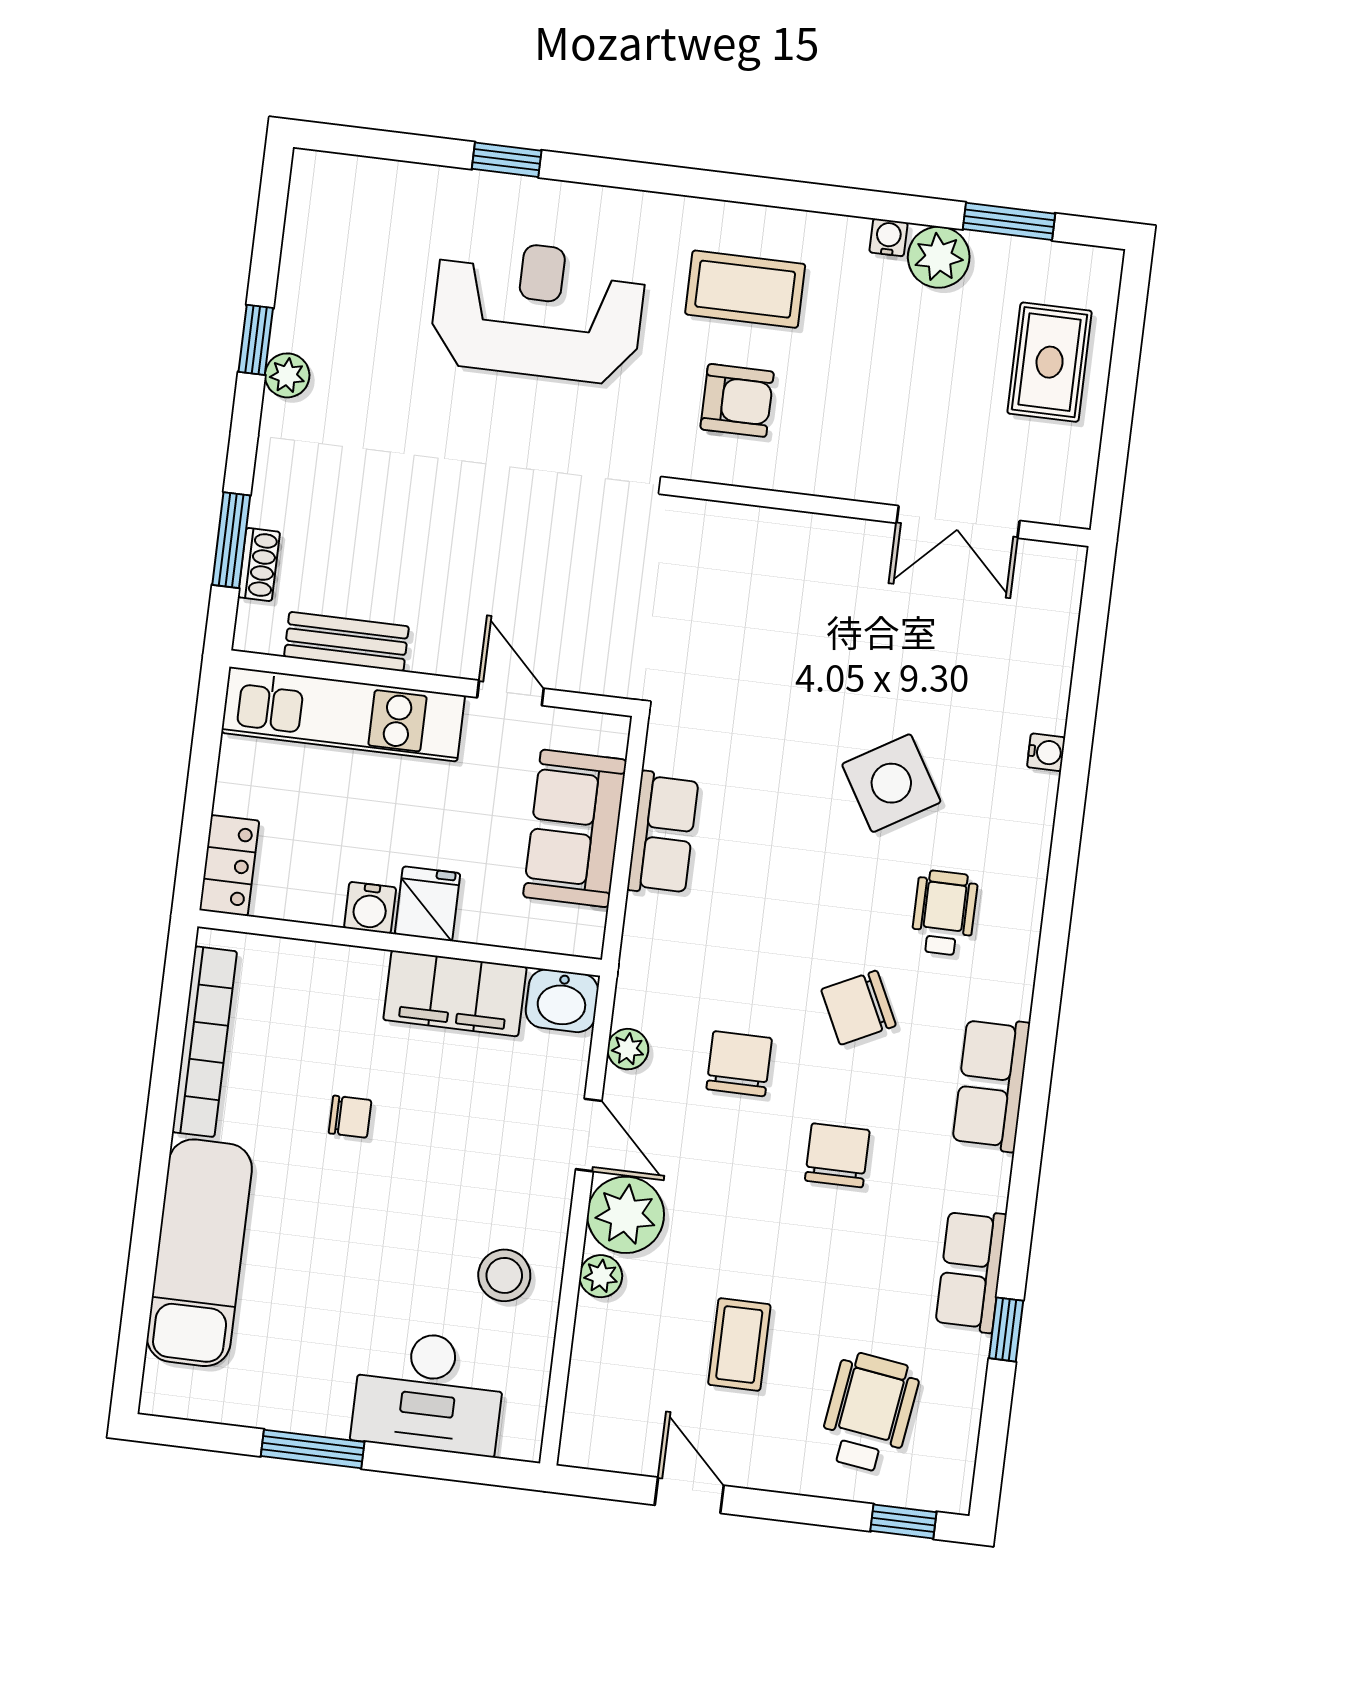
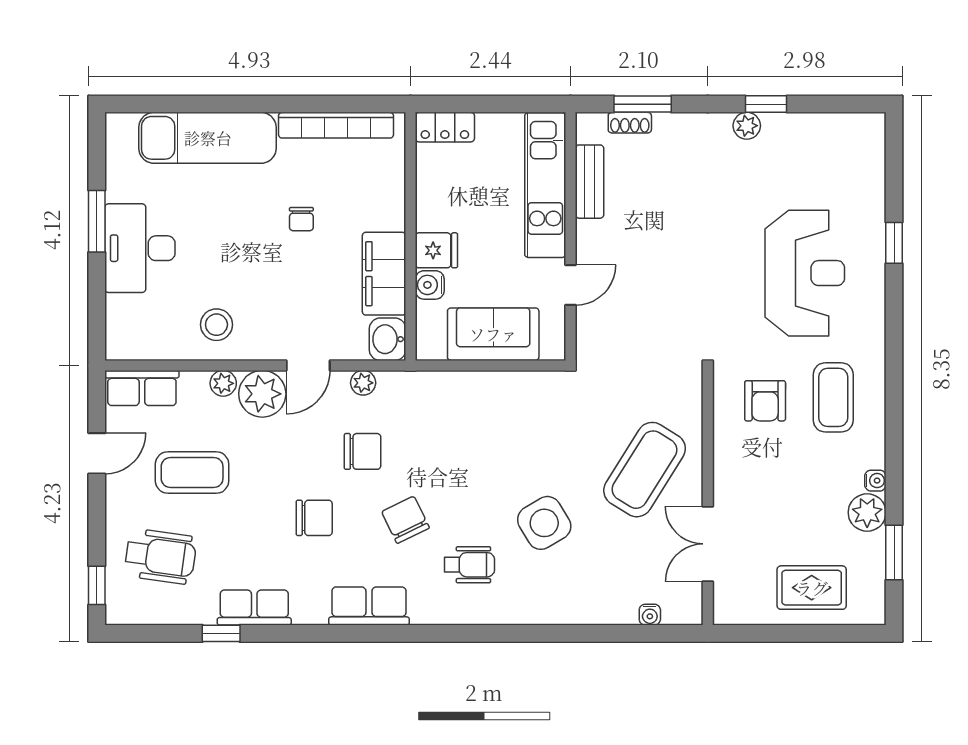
coffee table: (825, 610) -> (645, 470), added
water cooler: (1046, 752) -> (650, 615), moved
row of seats: (663, 834) -> (142, 388), moved
water cooler: (370, 908) -> (430, 285), moved
coffee table: (739, 1344) -> (192, 473), width x1.36, depth x1.30
desk: (429, 1392) -> (140, 248), moved

